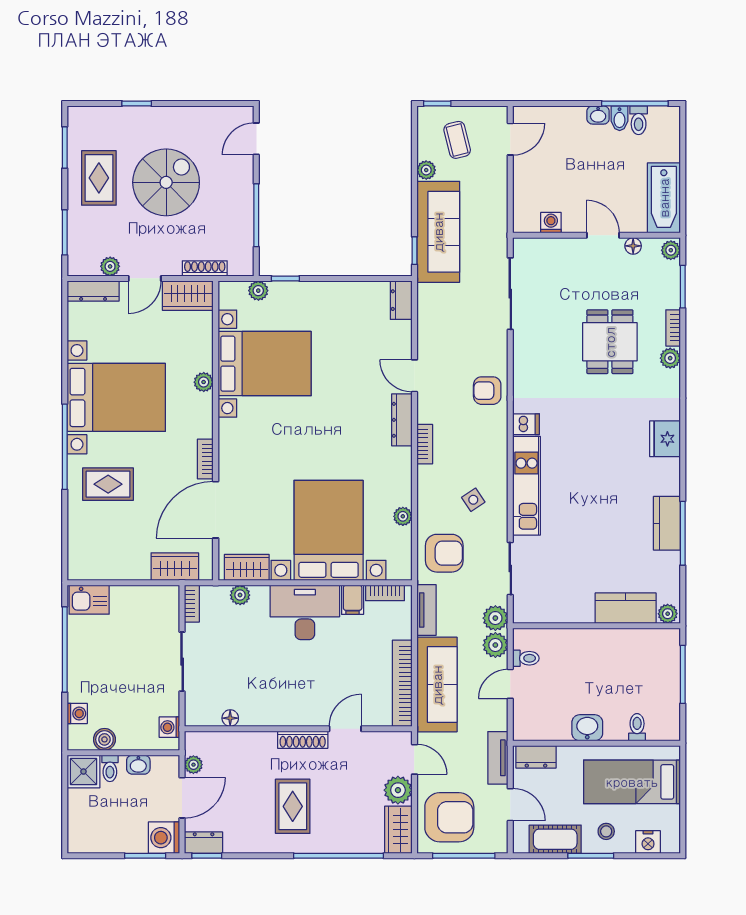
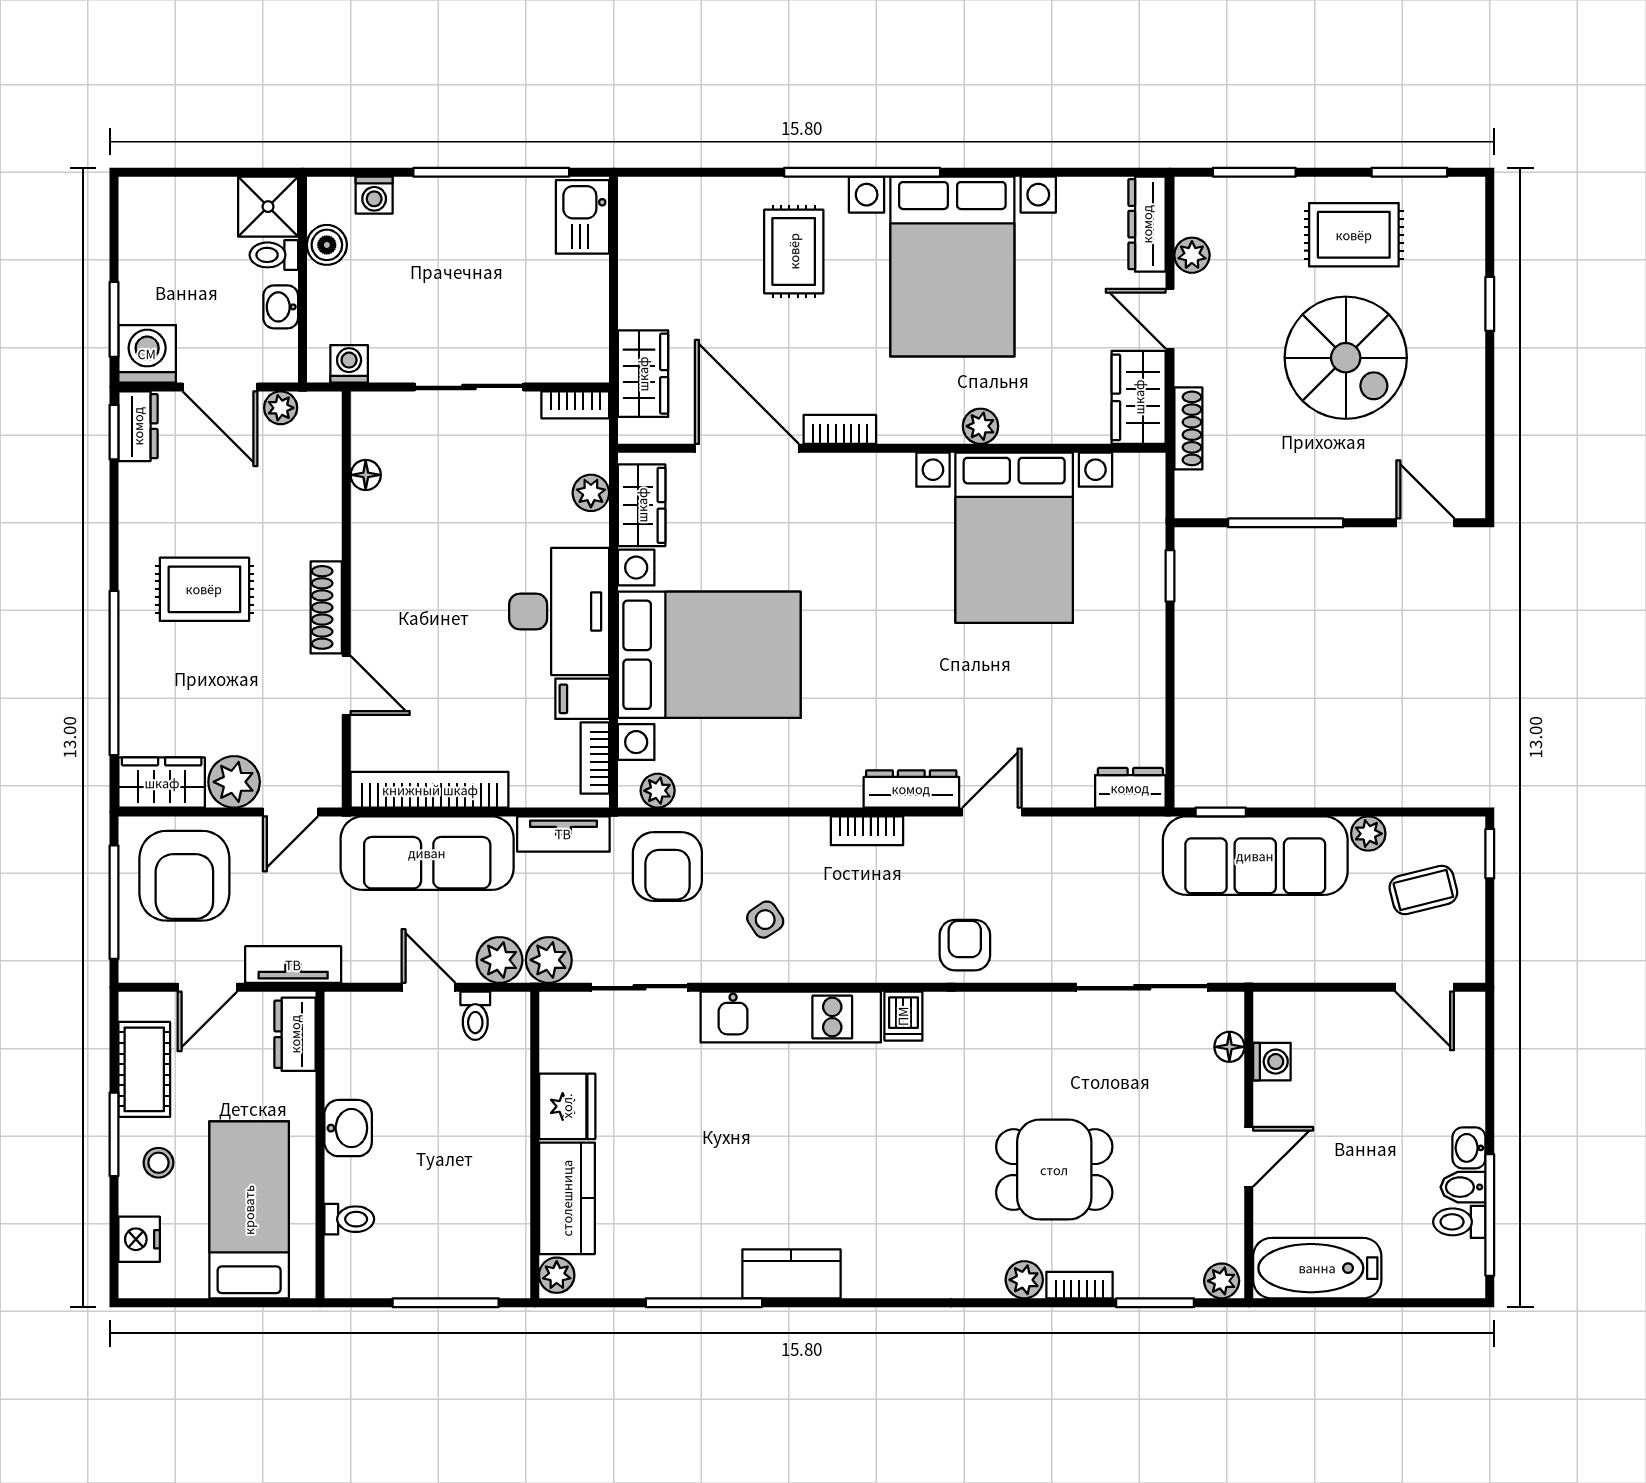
floor lamp: (633, 246) -> (1229, 1047), moved
plant: (258, 291) -> (1148, 526), removed
fridge: (665, 439) -> (567, 1106), moved, turned 90
plant: (403, 516) -> (658, 791), moved
kitchen counter: (667, 523) -> (791, 1274), moved

